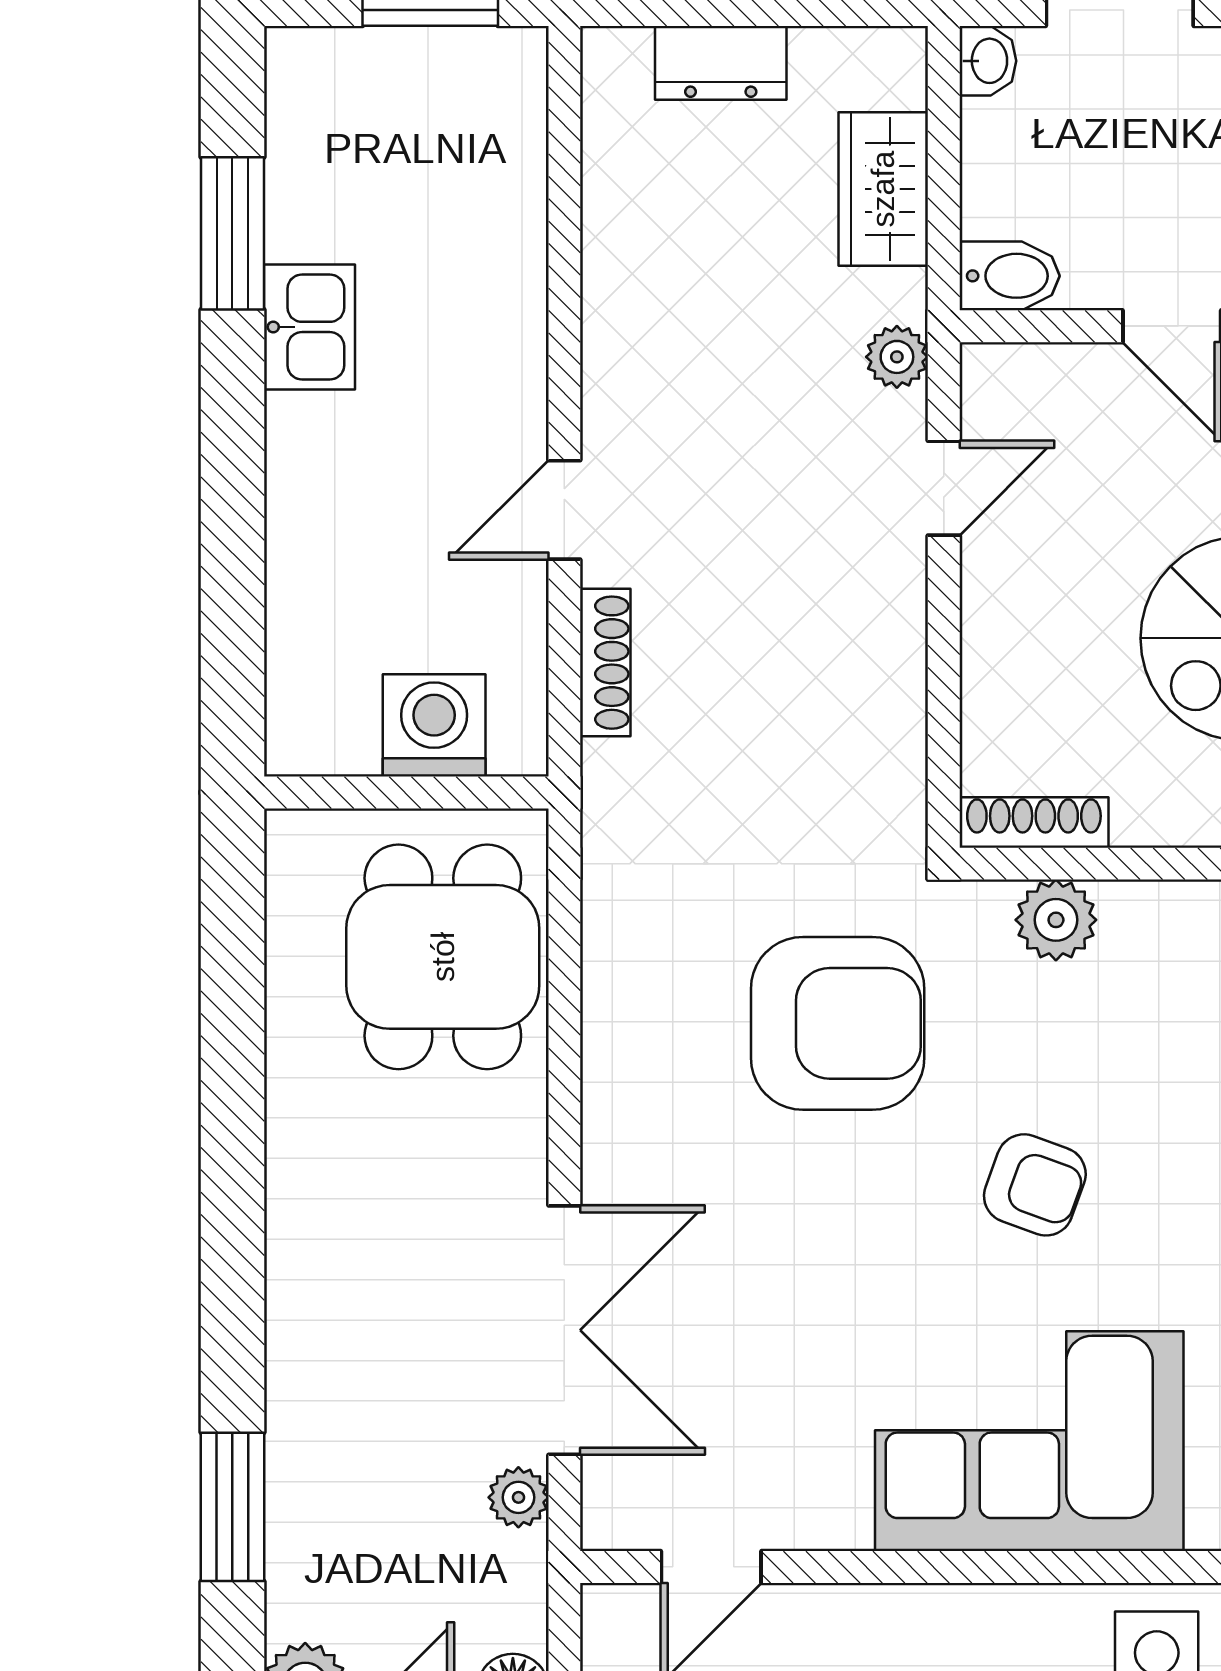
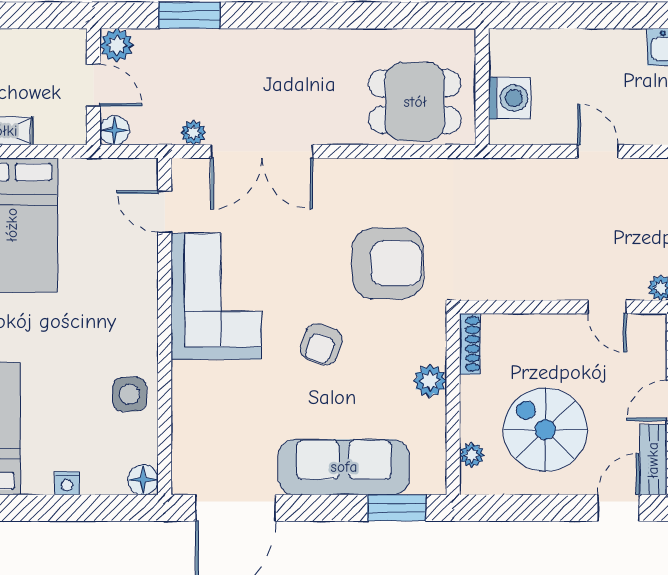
shoe rack: (605, 663) -> (535, 168), removed
plant: (1056, 920) -> (430, 381), moved
armchair: (838, 1023) -> (388, 263), turned -90
corner sofa: (1029, 1441) -> (216, 296), moved

